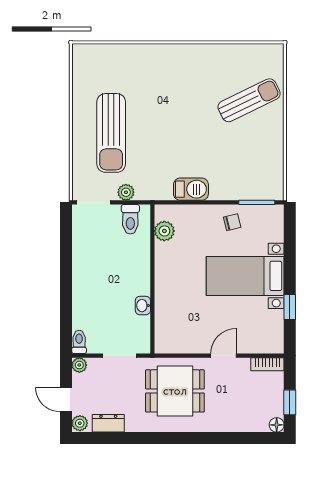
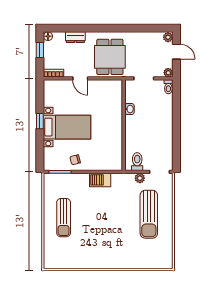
sun lounger: (249, 100) -> (64, 218), moved, turned -64
sun lounger: (111, 133) -> (149, 214), turned 180
plant: (164, 231) -> (116, 154), removed
window: (290, 307) -> (40, 121), moved
door: (224, 356) -> (80, 78), hinge flipped
dining table: (175, 391) -> (110, 57), turned 90
dresser: (108, 423) -> (75, 37), moved

